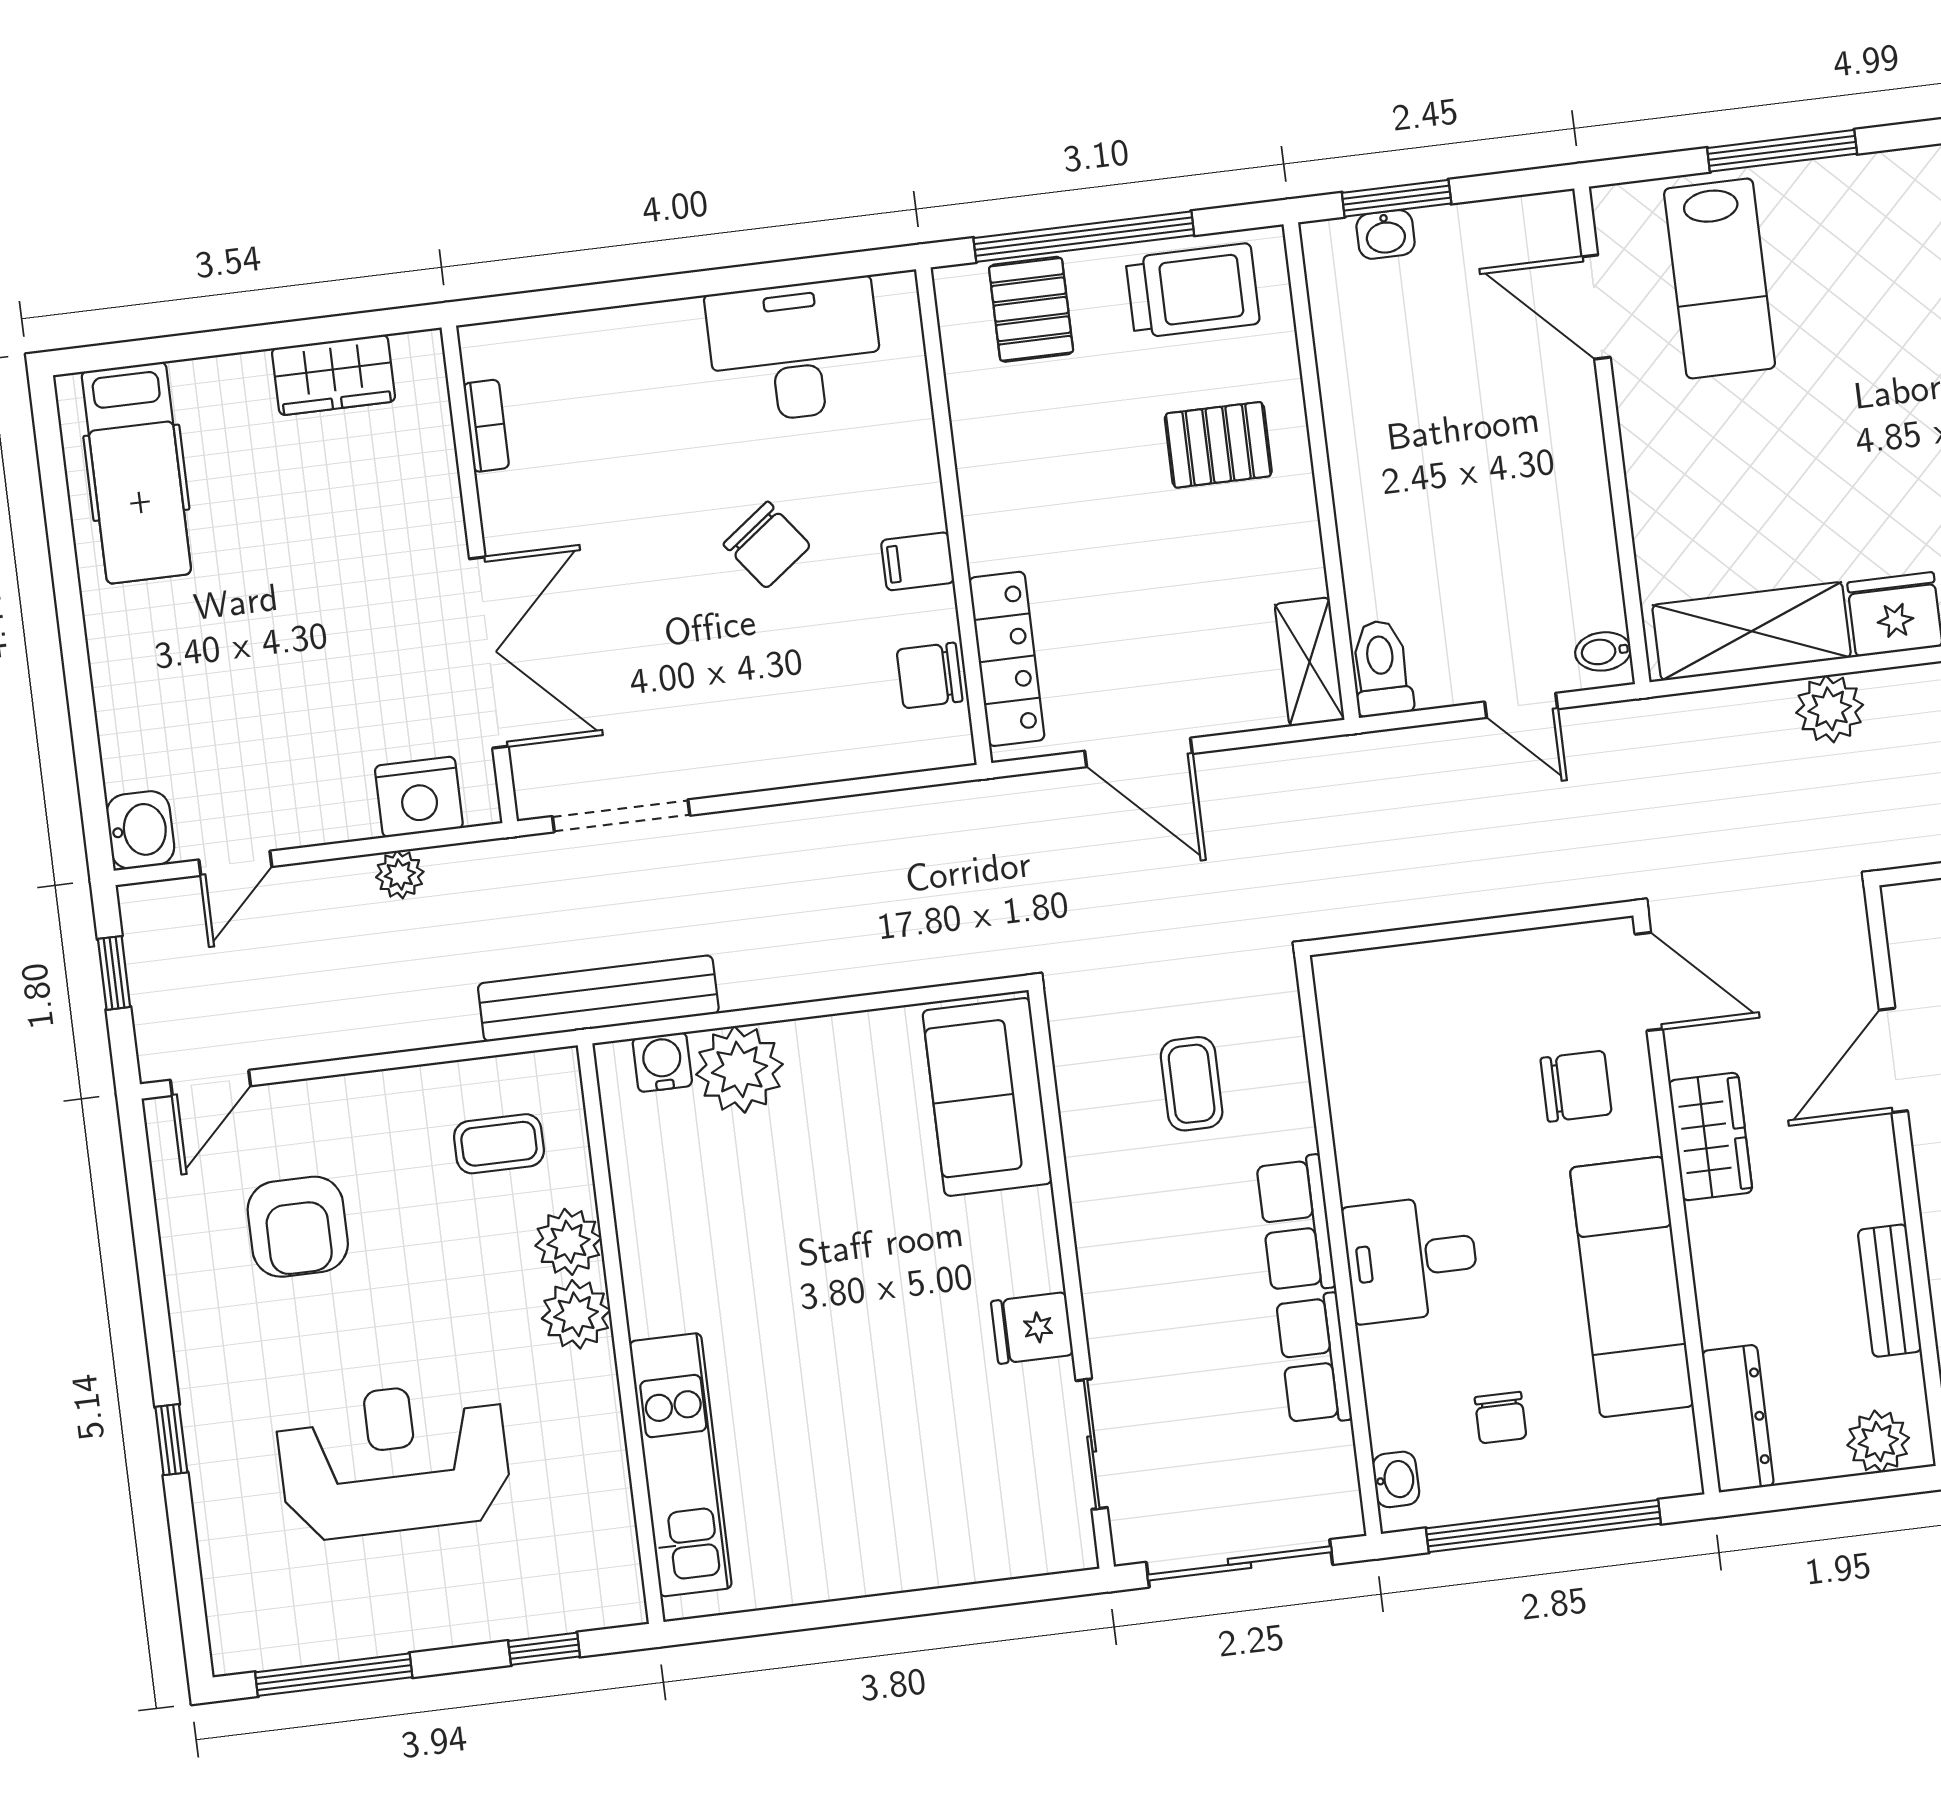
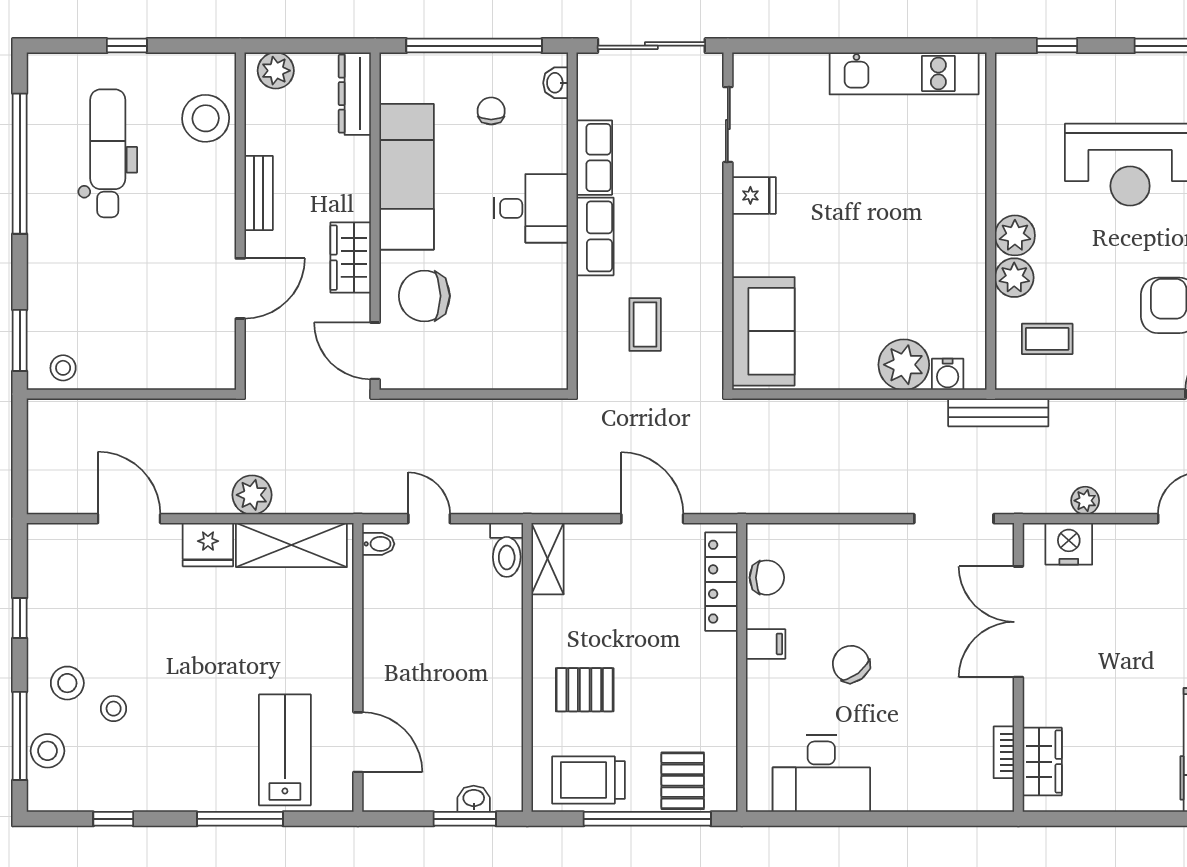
wardrobe: (333, 375) -> (1042, 762), moved, turned 90
bench: (598, 998) -> (998, 412), width x0.73, depth x0.82
chair: (1576, 1086) -> (424, 296), width x1.37, depth x1.37
bench: (1890, 1291) -> (259, 193), moved
kitchen unit: (680, 1465) -> (904, 73), moved, turned -90

